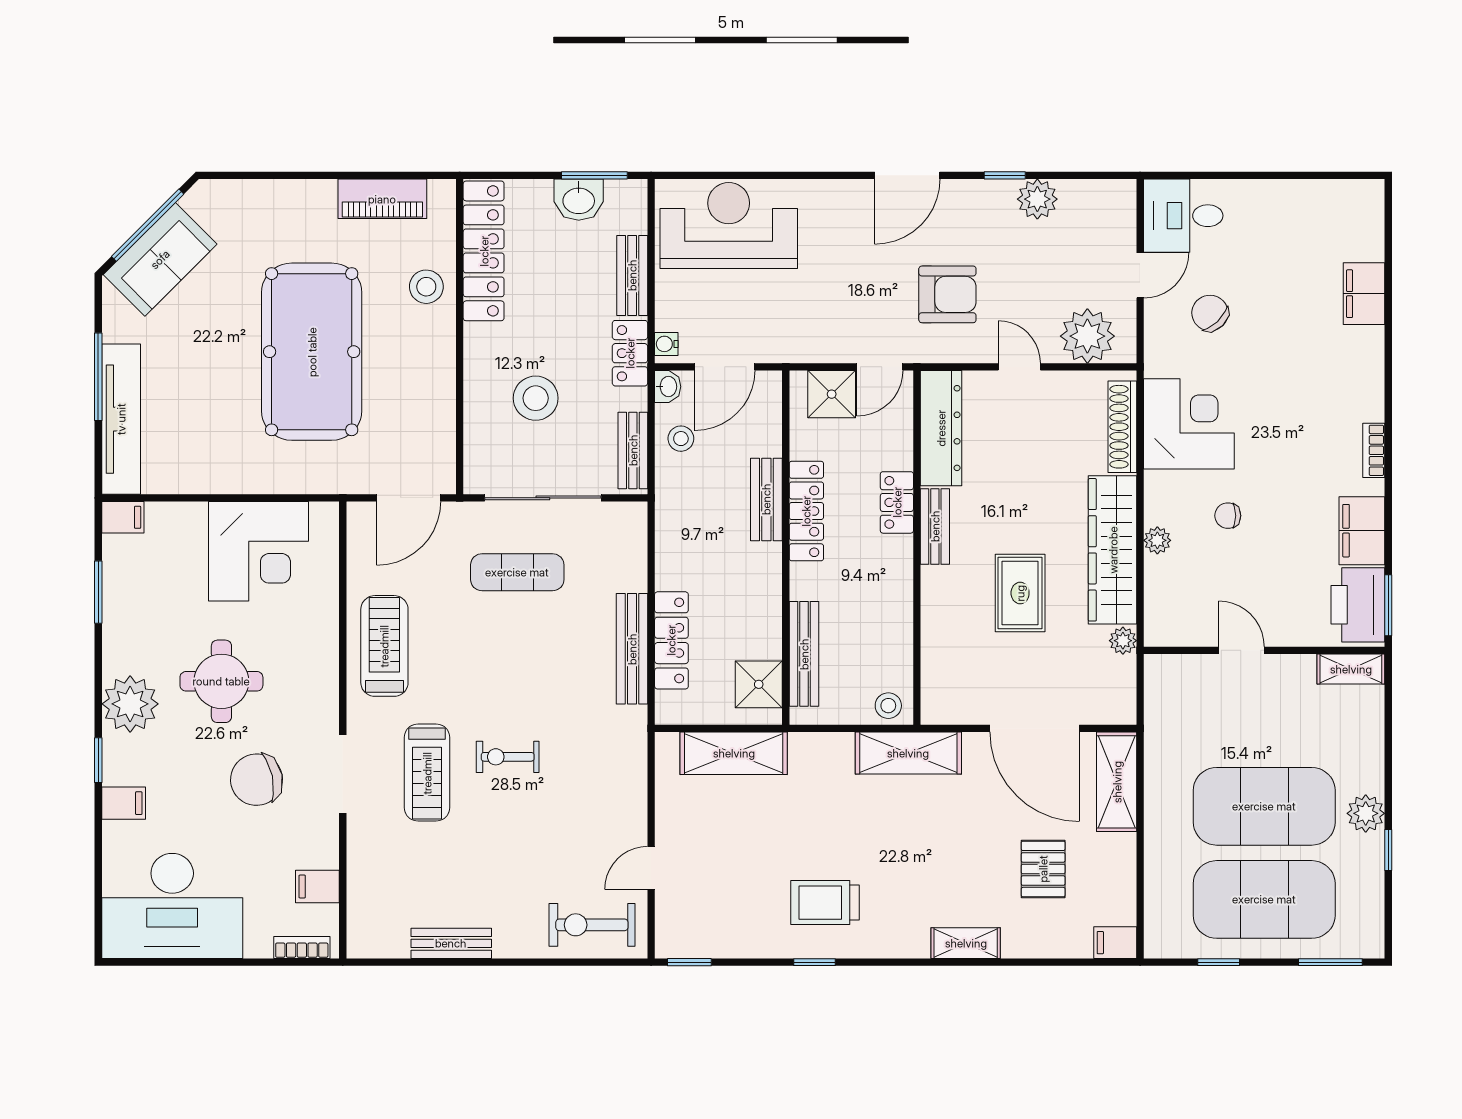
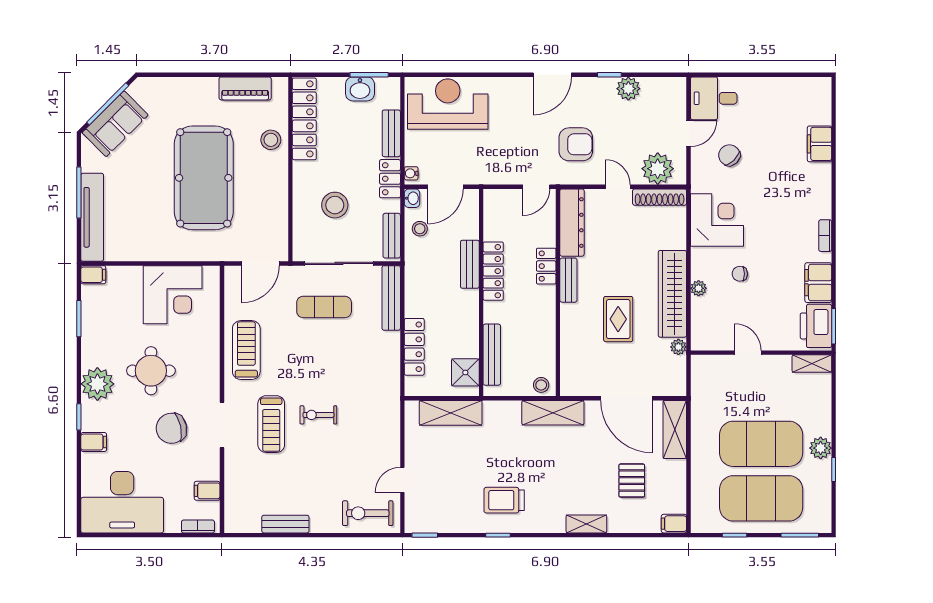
shower: (832, 394) -> (508, 203), removed
shoe rack: (1122, 427) -> (660, 197), moved, turned -90
bench: (632, 649) -> (391, 298), moved

